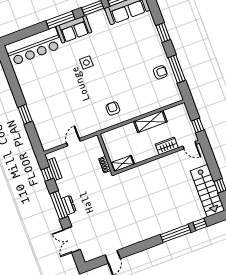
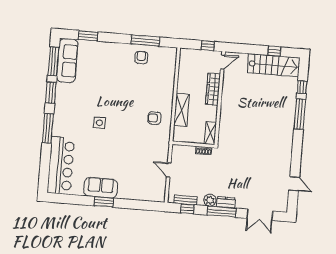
sofa: (74, 29) -> (101, 188), moved, turned -90
window: (163, 33) -> (88, 36), moved
window: (25, 114) -> (104, 202), moved
shelving: (150, 122) -> (182, 110), moved
wardrobe: (167, 146) -> (213, 89), width x1.50
plant: (64, 190) -> (210, 200), added

